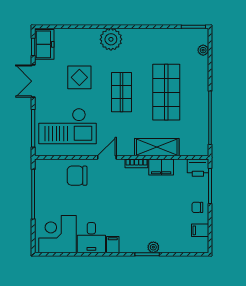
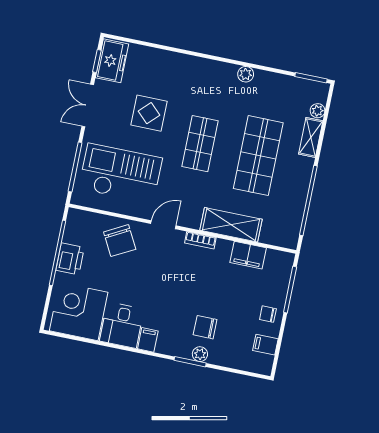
plant: (111, 39) -> (246, 74), moved, width x0.53, depth x0.53
shelving: (202, 71) -> (311, 137), added
checkout: (68, 126) -> (121, 173), turned 180
filing cabinet: (161, 167) -> (248, 255), moved
printer: (198, 168) -> (70, 259), moved, turned -90
chair: (77, 176) -> (120, 241), turned -118
chair: (153, 227) -> (205, 327), added

